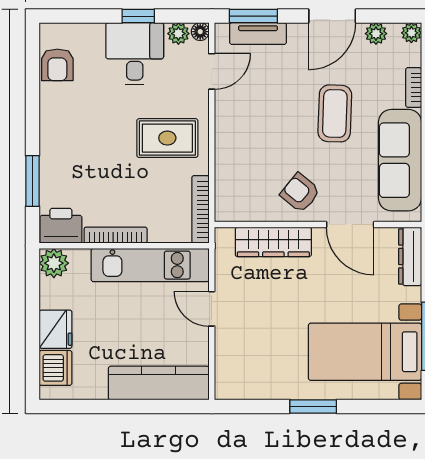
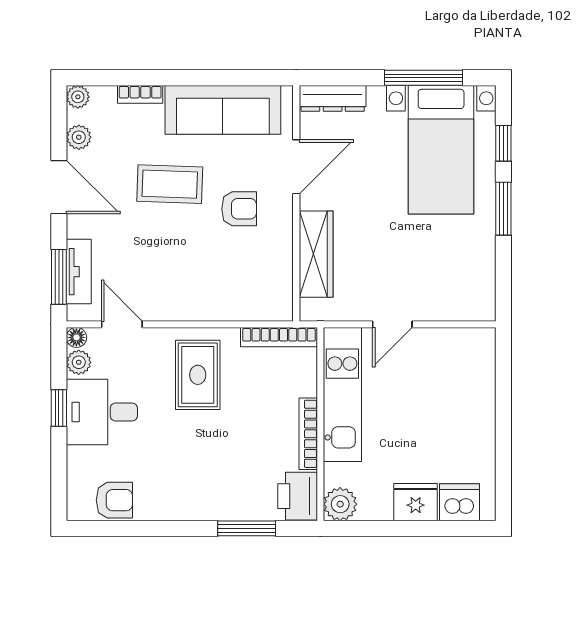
armchair: (300, 193) -> (239, 209), moved, turned -129
kitchen counter: (159, 383) -> (477, 385), removed
window: (371, 406) -> (503, 143), added

